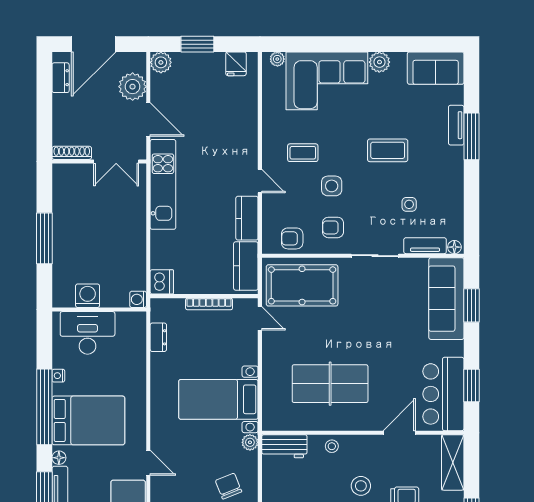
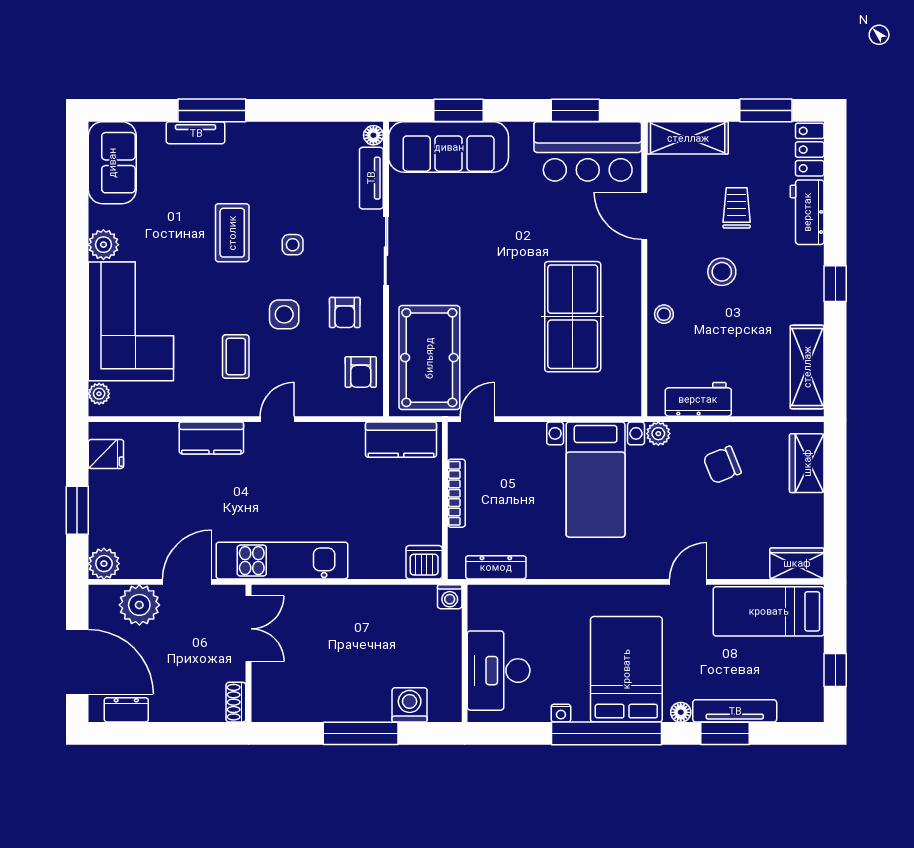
shoe rack: (72, 153) -> (236, 702), width x0.70
side table: (409, 204) -> (293, 245), moved
kitchen counter: (247, 218) -> (211, 438), moved
washing machine: (88, 296) -> (410, 705), moved, turned 90
dresser: (158, 337) -> (496, 567), width x1.44
workbench: (284, 446) -> (698, 399), moved, turned -90

